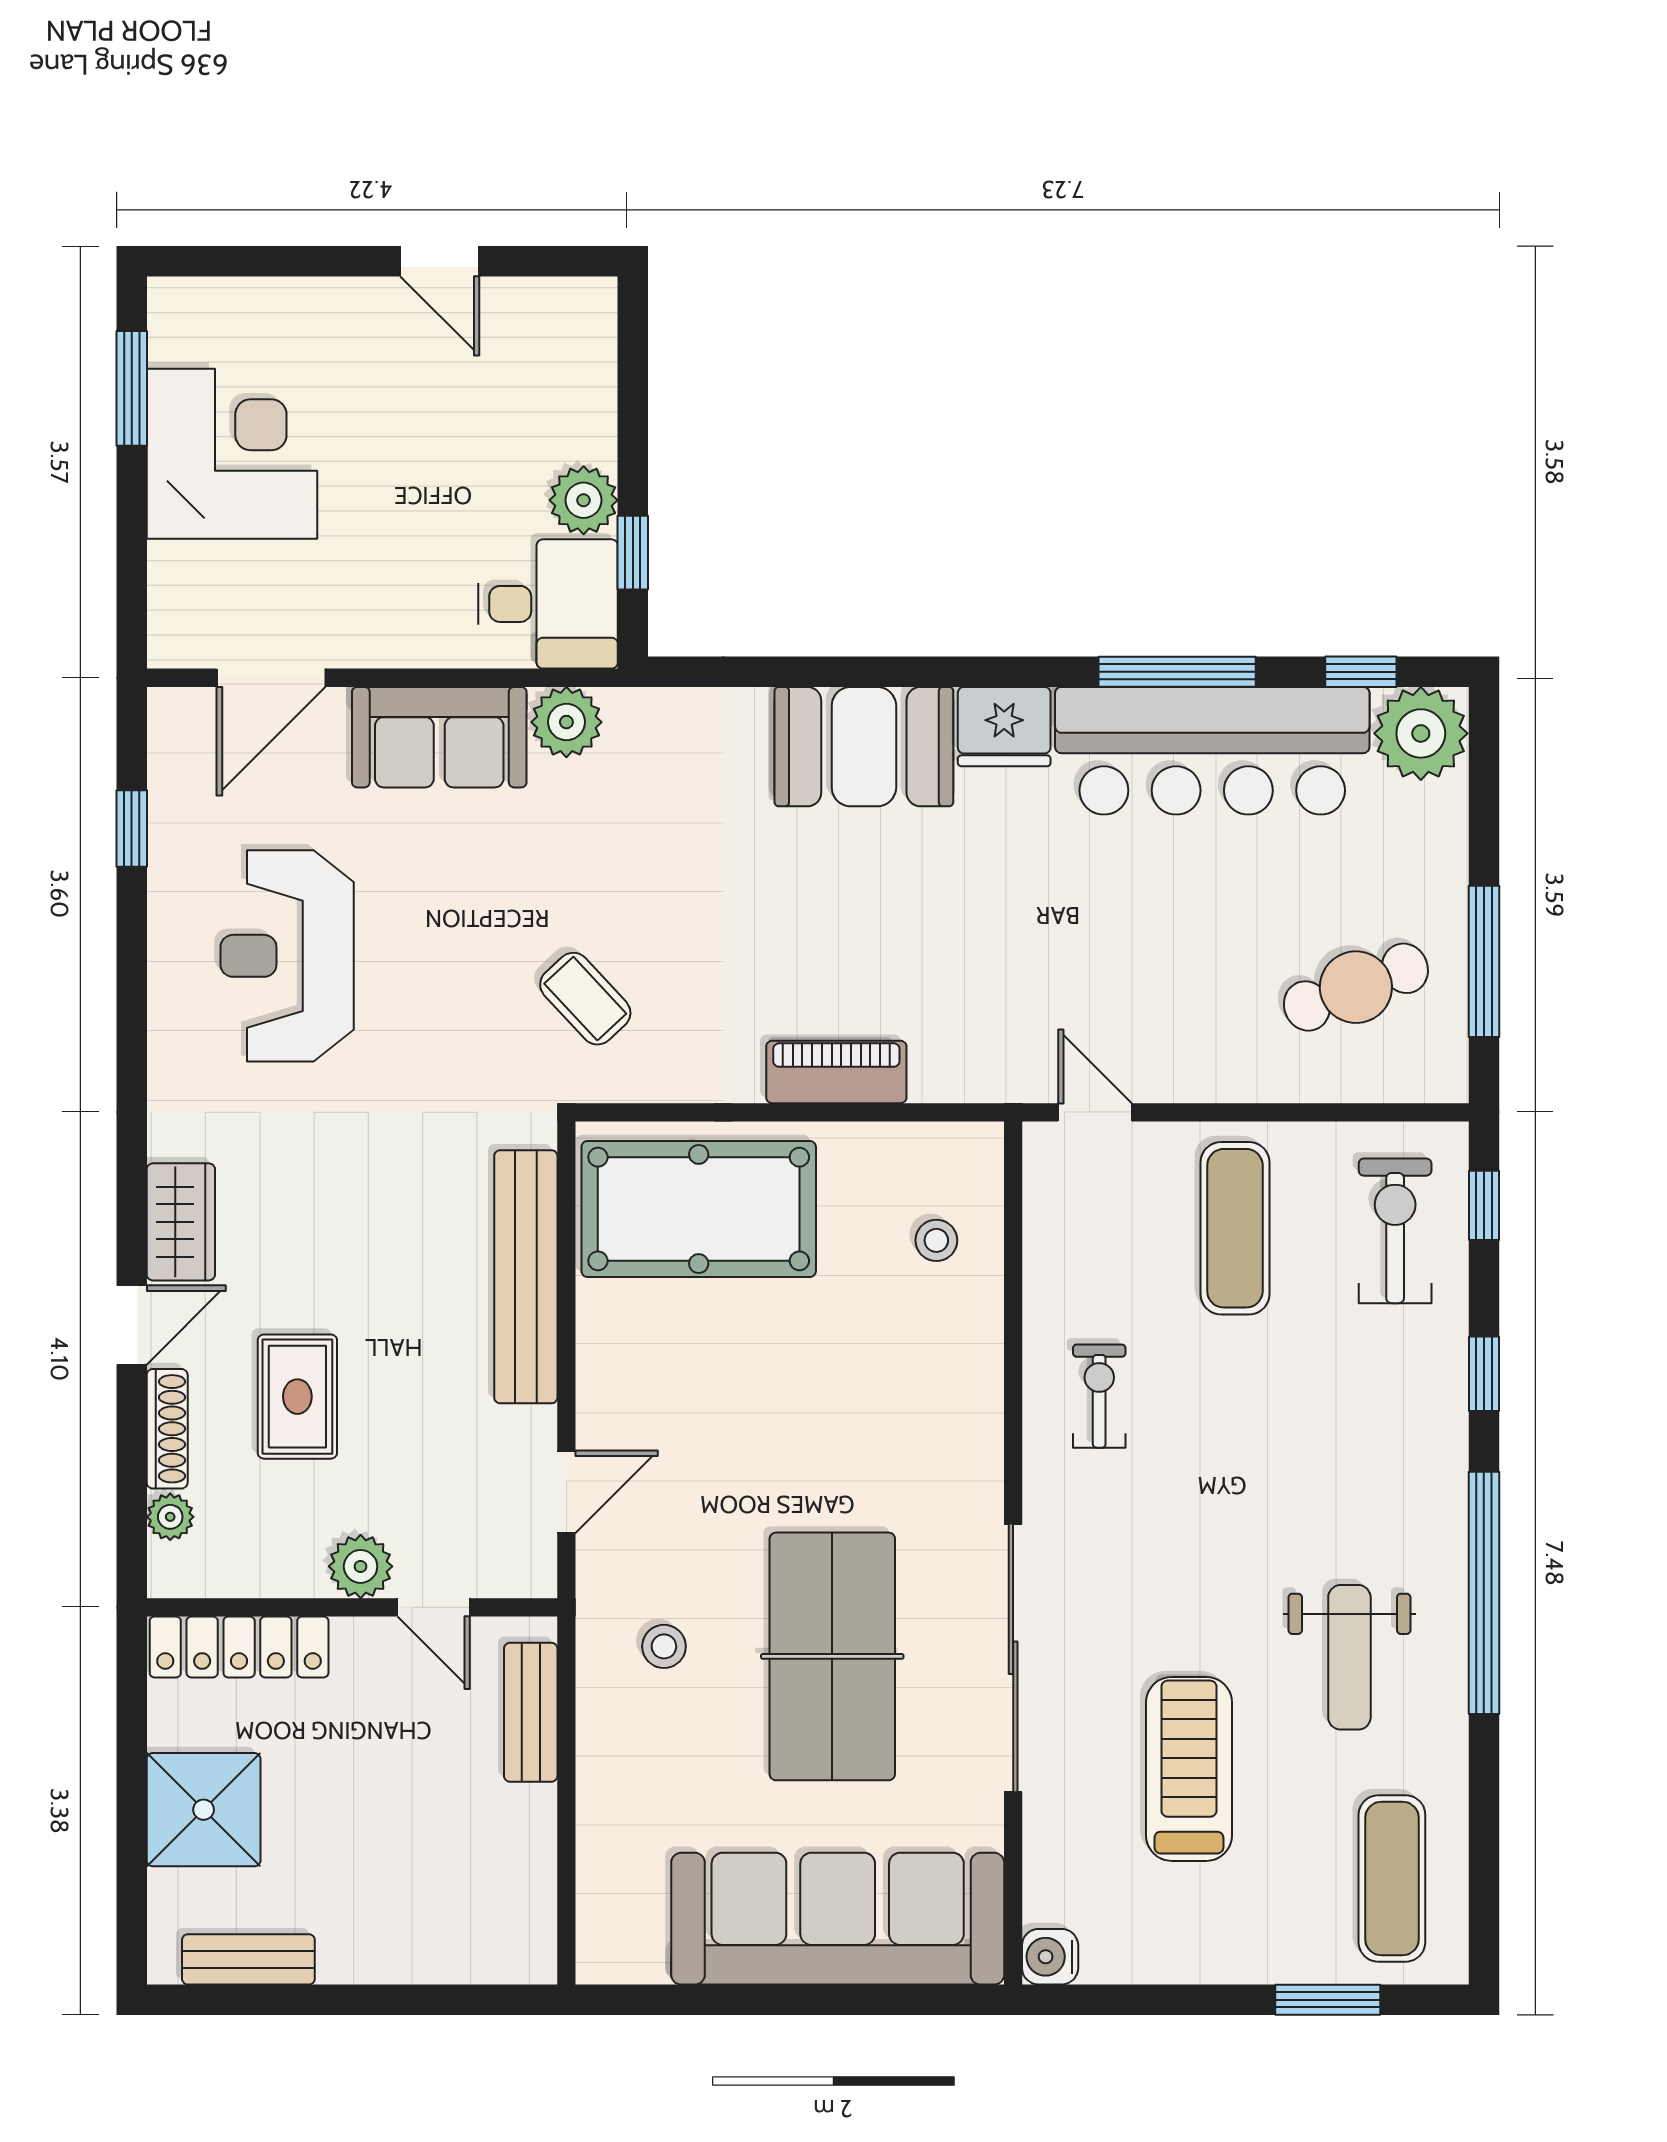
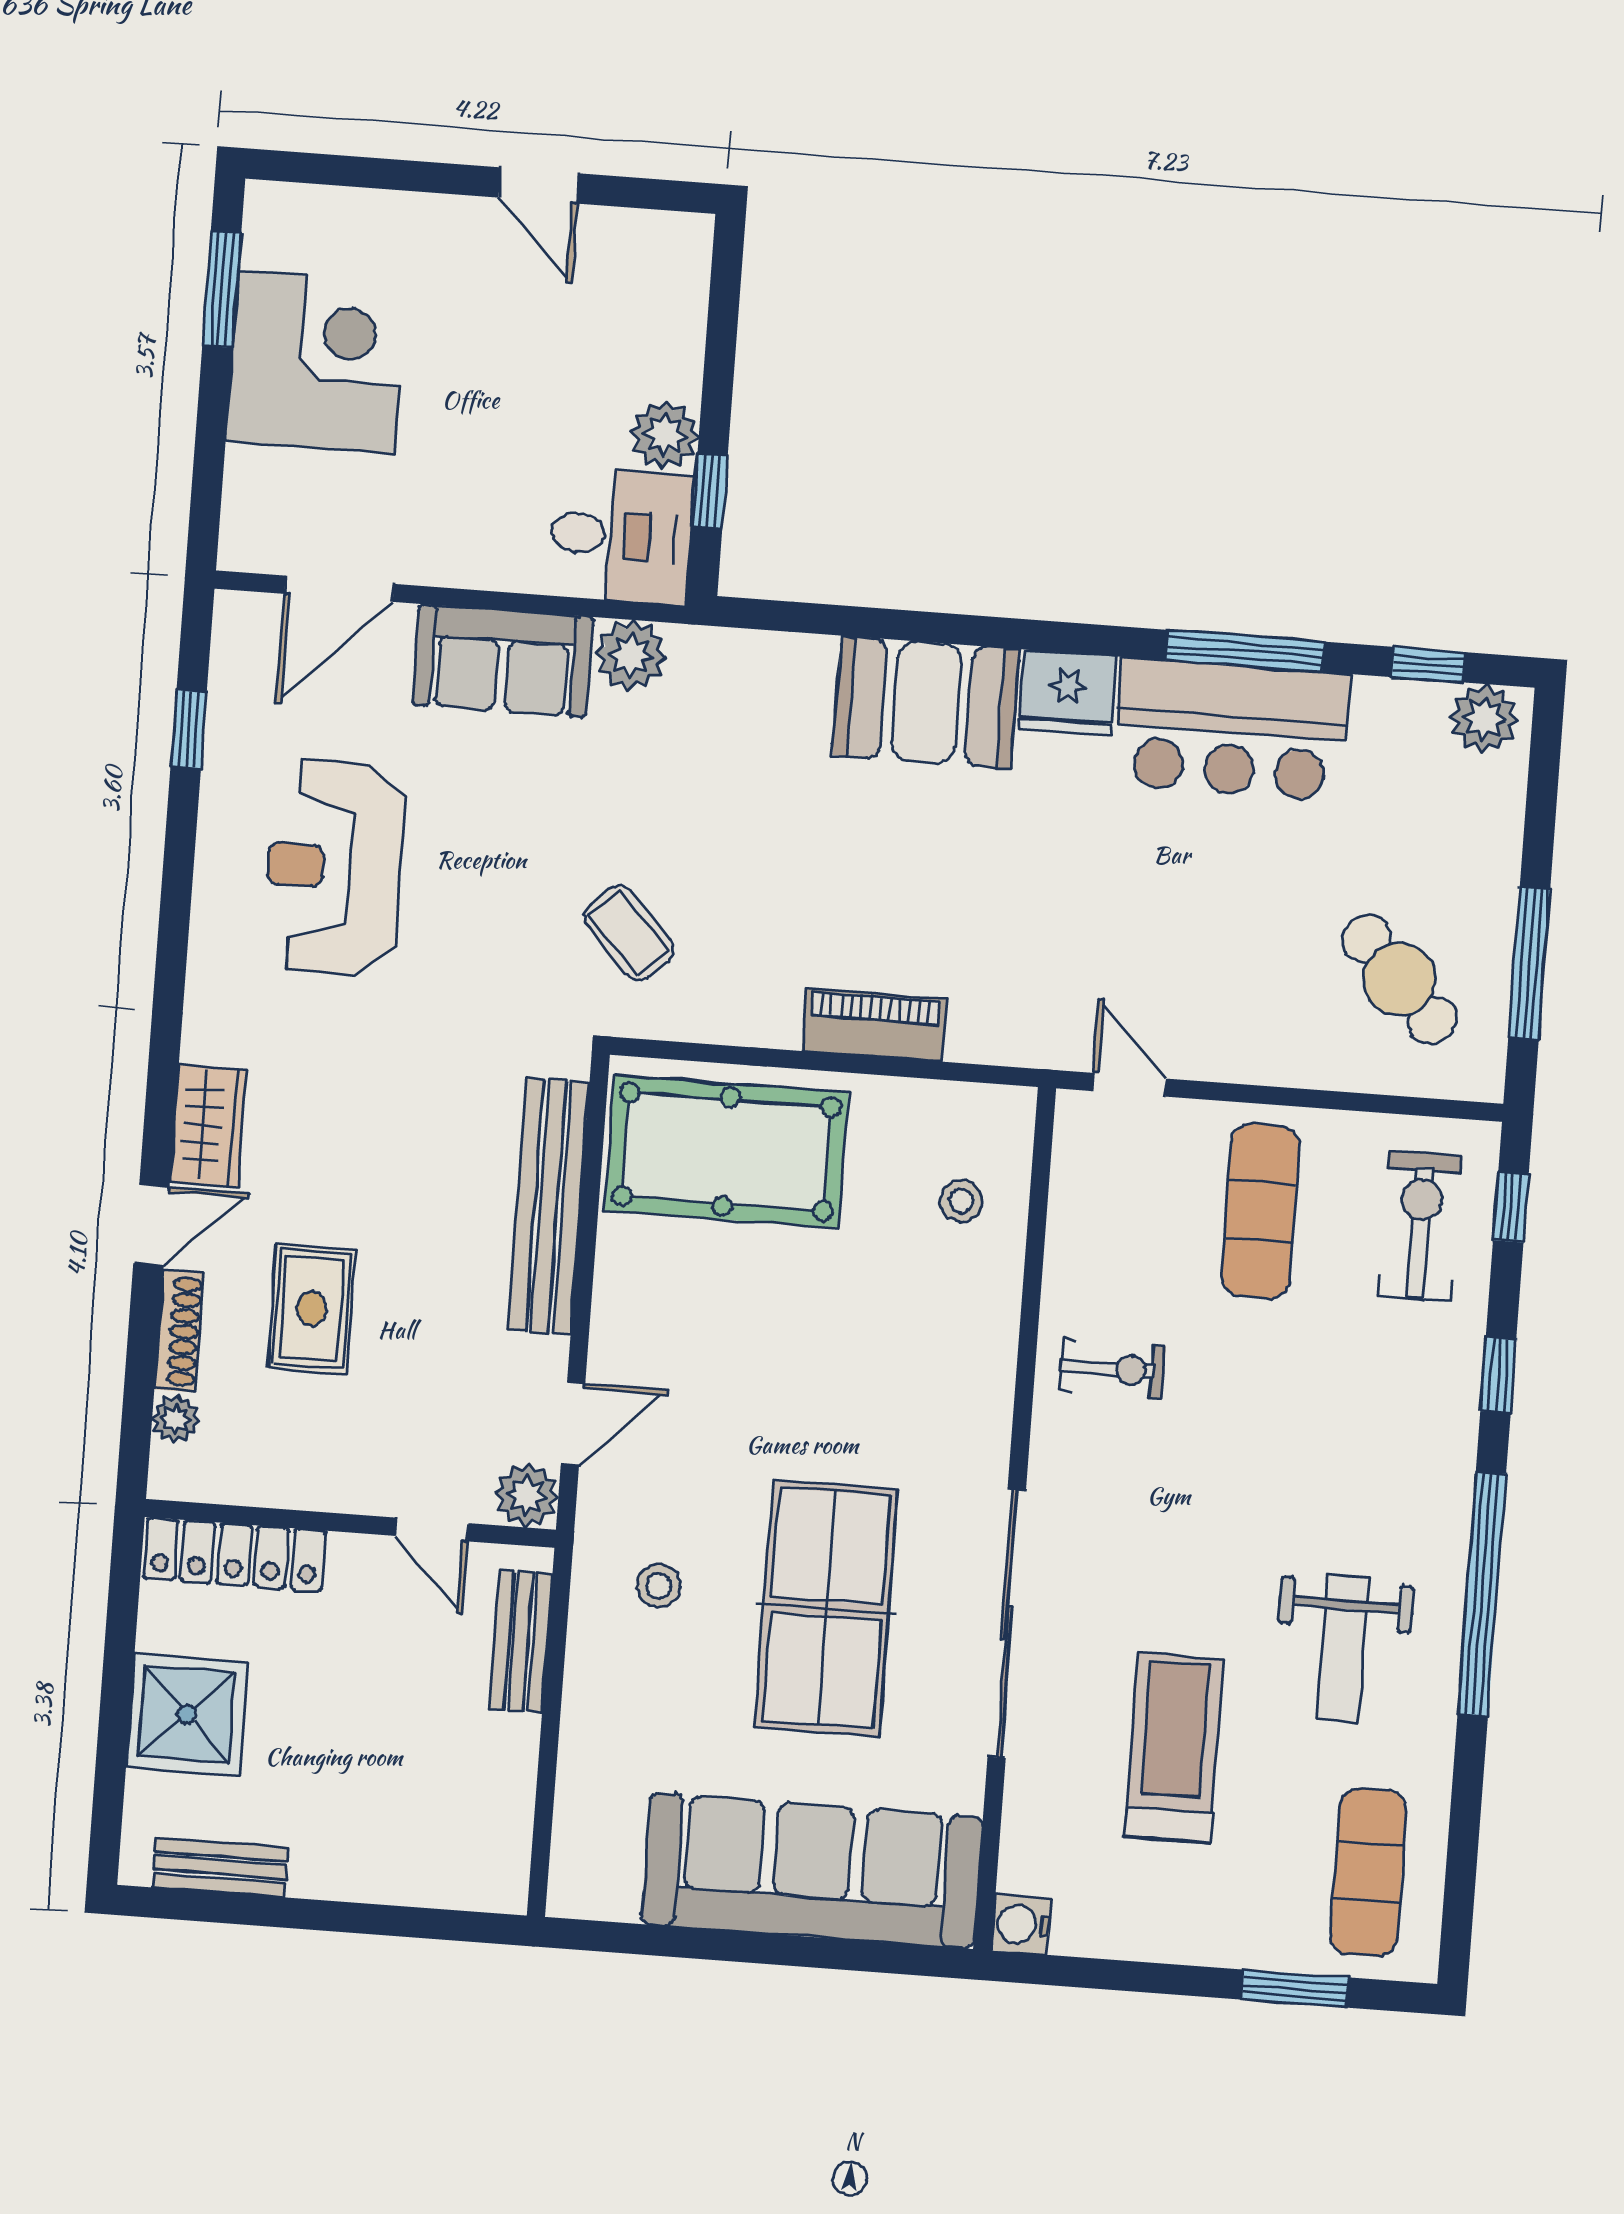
plant: (1421, 733) -> (1484, 718), width x0.73, depth x0.73
bar counter: (1212, 751) -> (1232, 729), width x0.73
cafe table: (1356, 987) -> (1399, 979), turned 68
exercise bike: (1099, 1396) -> (1112, 1368), turned 90
plant: (361, 1566) -> (527, 1496), moved

